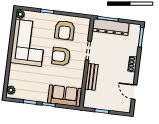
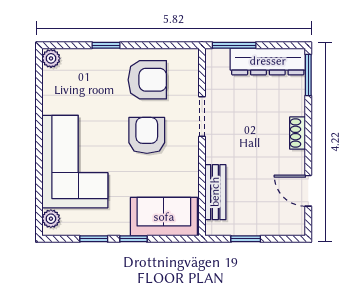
dresser: (111, 27) -> (268, 61), moved
armchair: (65, 30) -> (147, 80), turned -90
corner sofa: (28, 43) -> (75, 162), moved
armchair: (61, 56) -> (147, 135), turned 90
bench: (91, 77) -> (215, 192), moved

